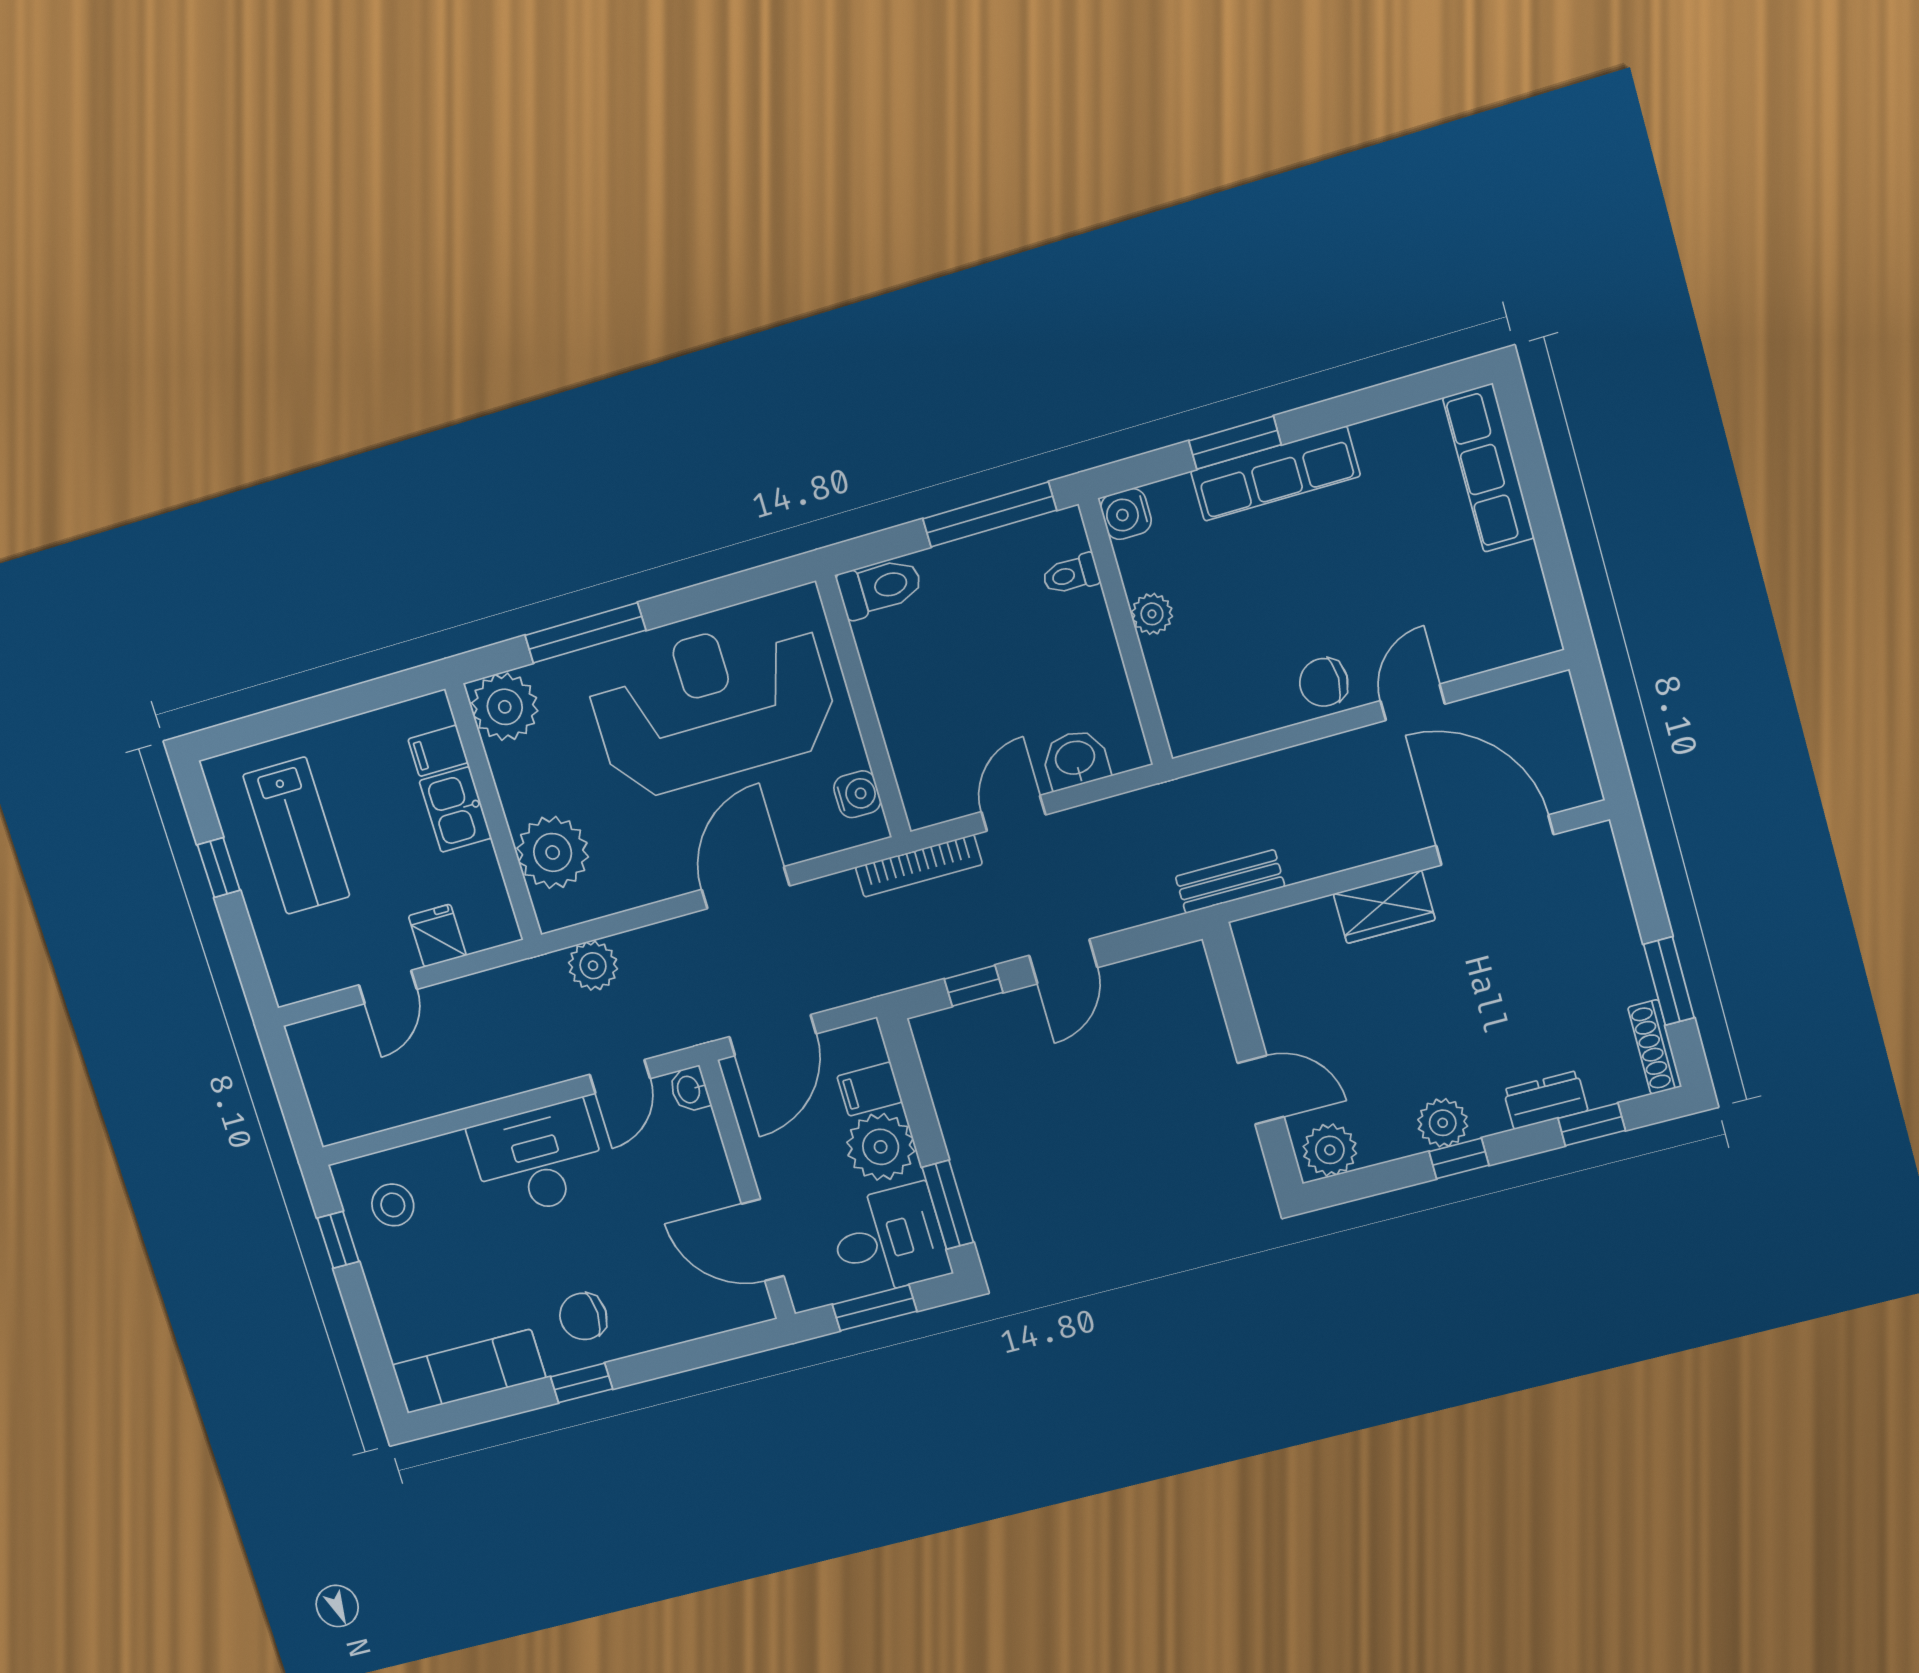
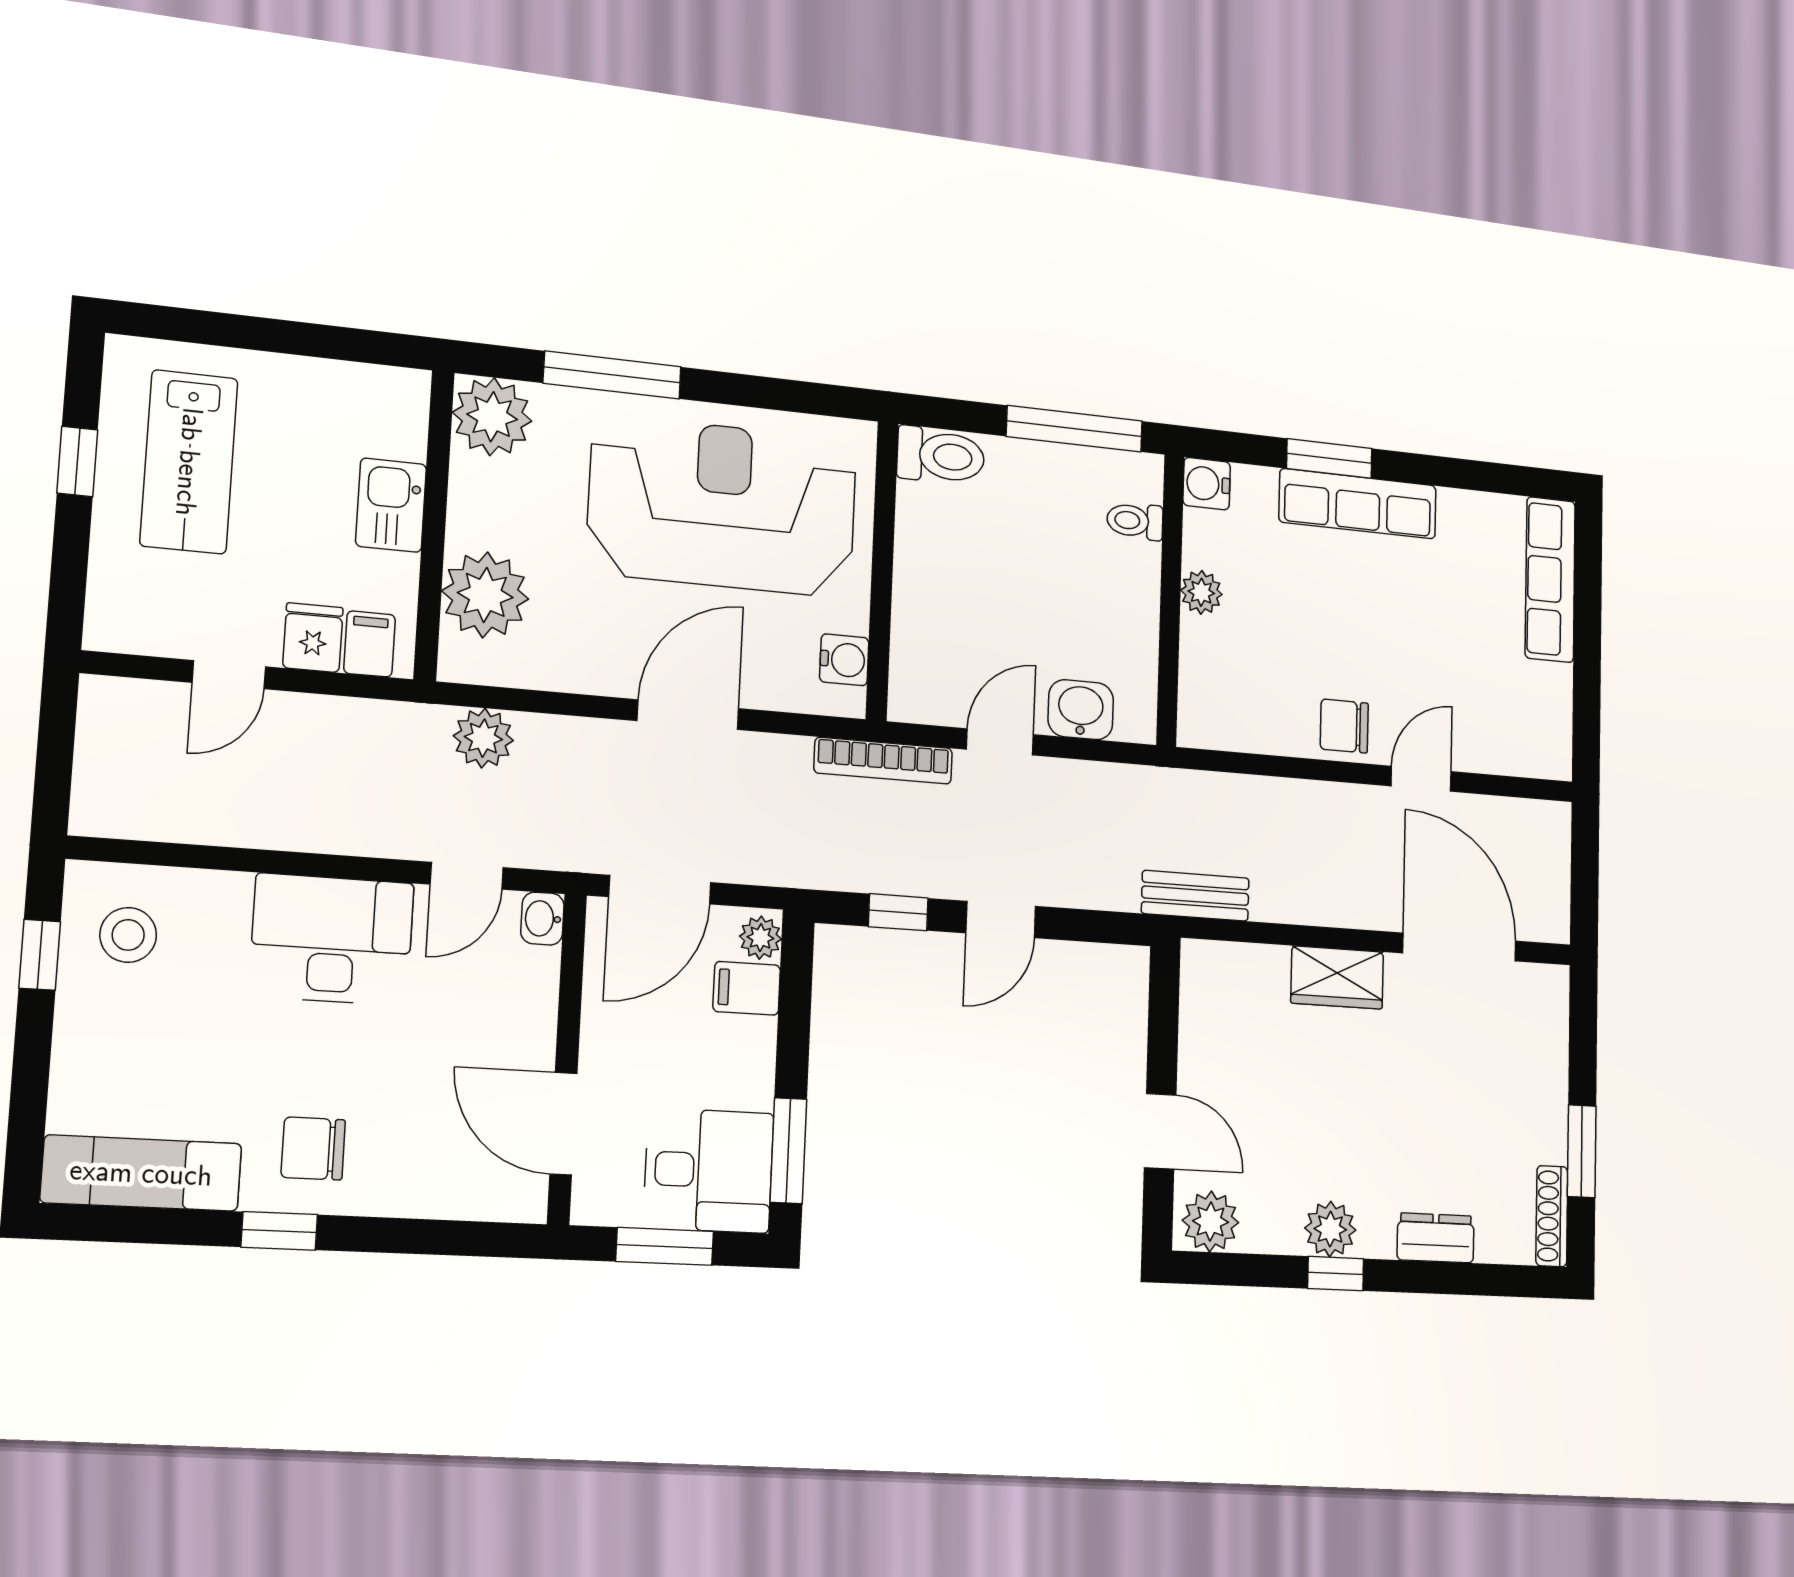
filing cabinet: (438, 751) -> (370, 644), moved, turned 90
window: (1592, 1124) -> (1472, 1279), removed
plant: (881, 1147) -> (760, 938), moved, width x0.53, depth x0.53

